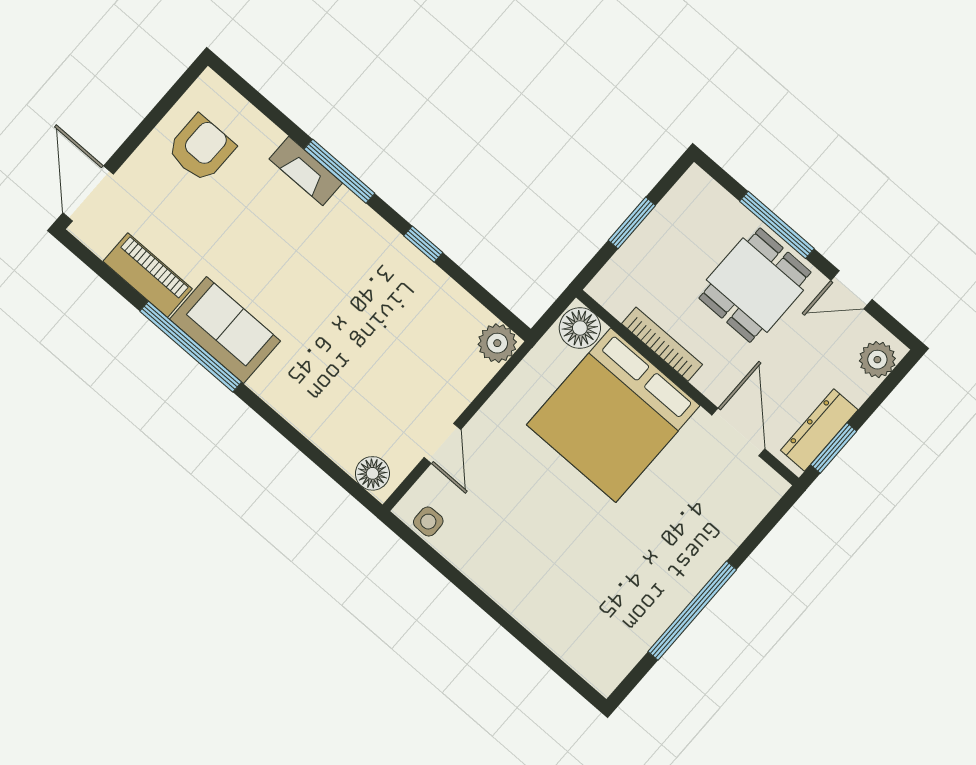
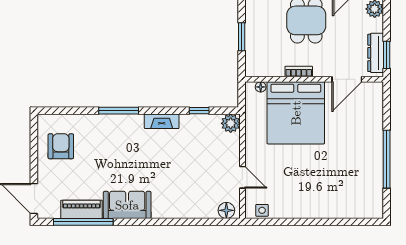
fireplace: (306, 171) -> (162, 121), moved
window: (423, 244) -> (199, 111), moved
floor lamp: (580, 328) -> (261, 87), width x0.53, depth x0.53
bookcase: (662, 344) -> (299, 71), width x0.64
window: (191, 347) -> (83, 222), moved
door: (738, 432) -> (347, 79), swing flipped

